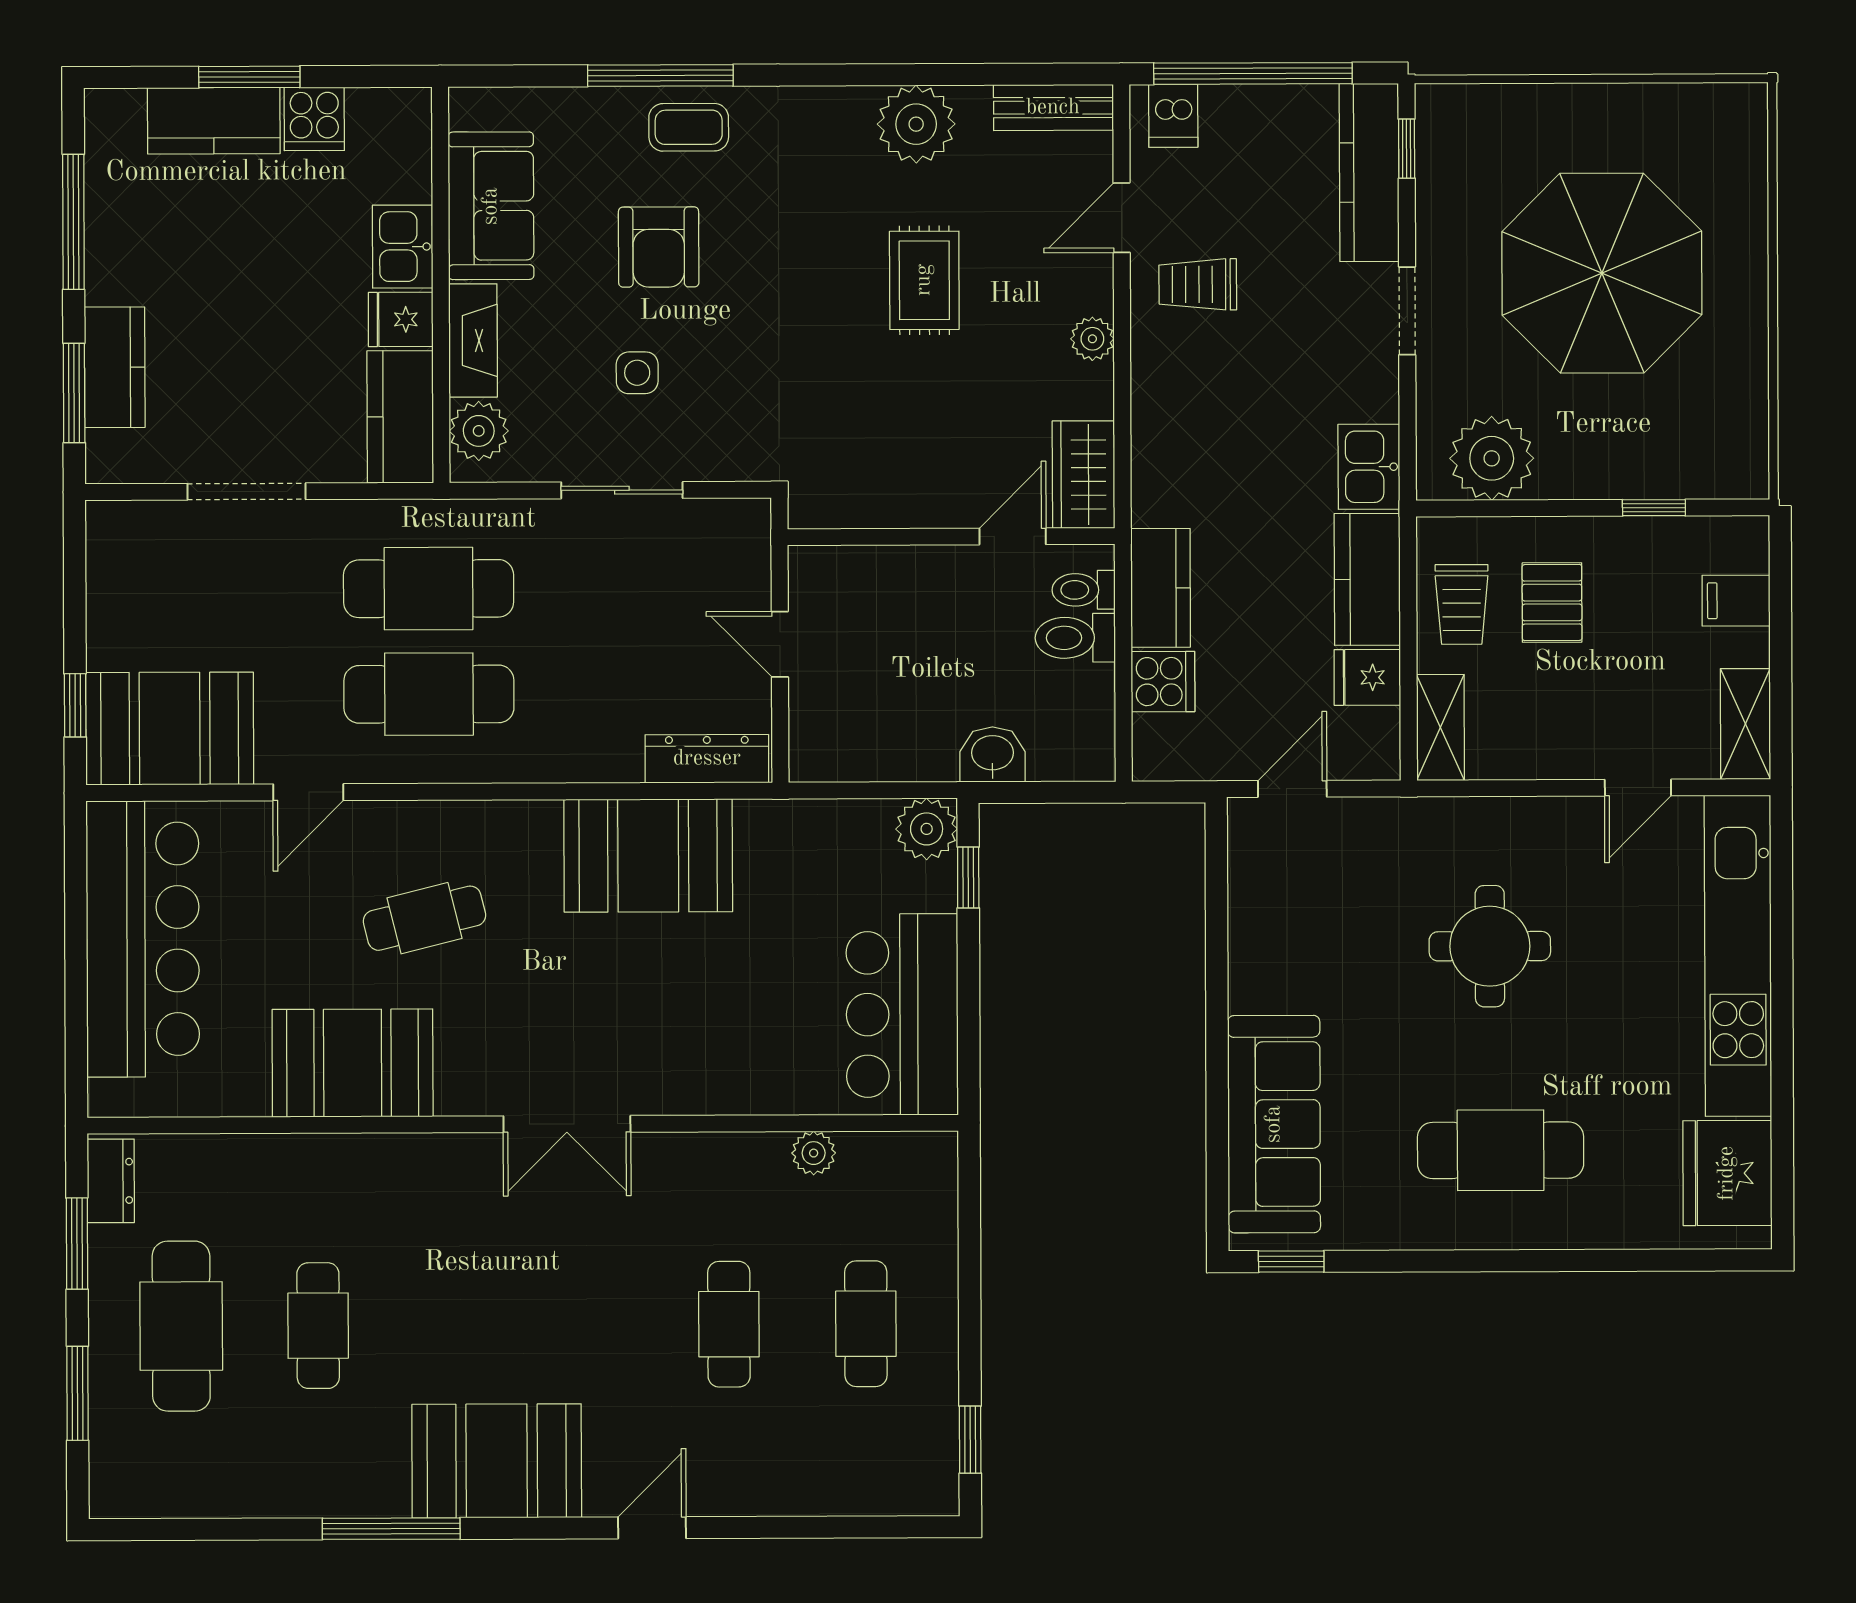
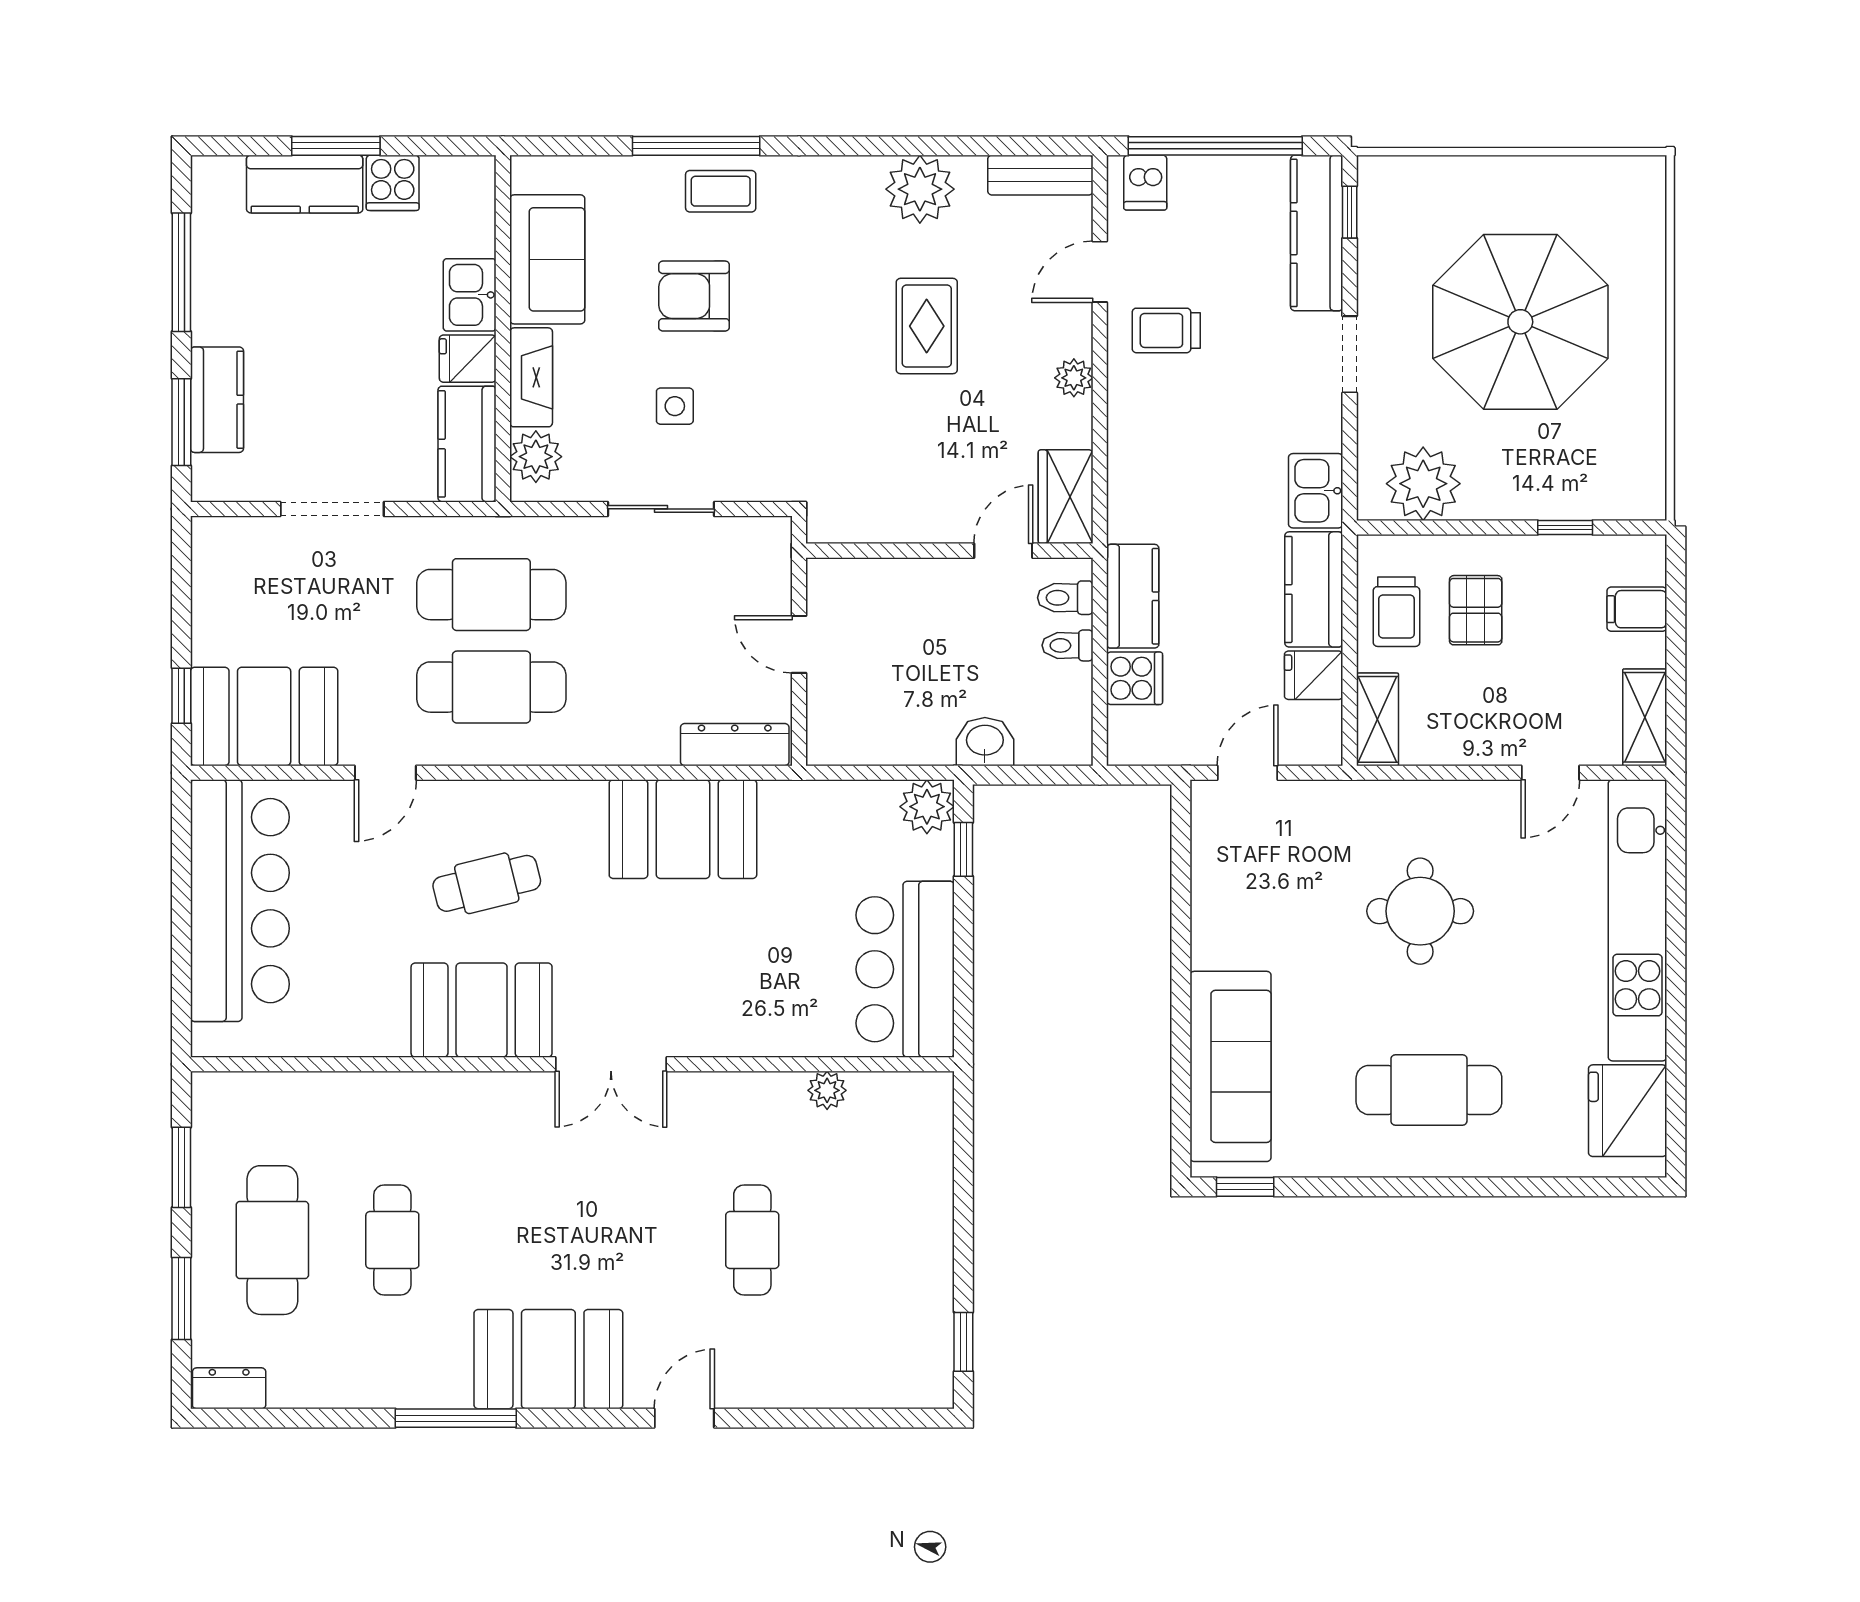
armchair: (659, 247) -> (694, 296), turned 90
toilet: (1075, 638) -> (1068, 645), width x0.73, depth x0.72
booth: (353, 1063) -> (482, 1010), moved
dresser: (111, 1181) -> (229, 1388), moved, turned -90
cafe table: (866, 1324) -> (872, 1240), removed

